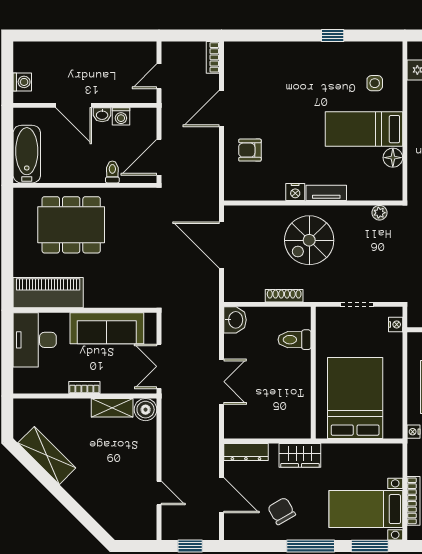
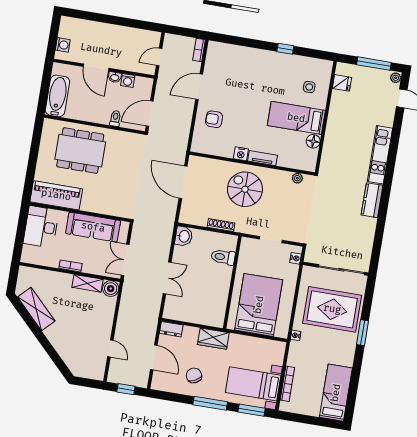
spiral stairs: (309, 240) -> (245, 189), turned 90
dresser: (246, 452) -> (171, 329), width x0.70

